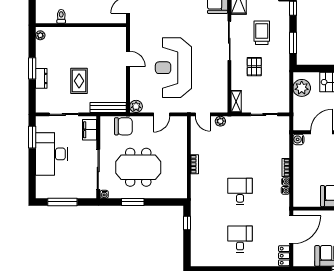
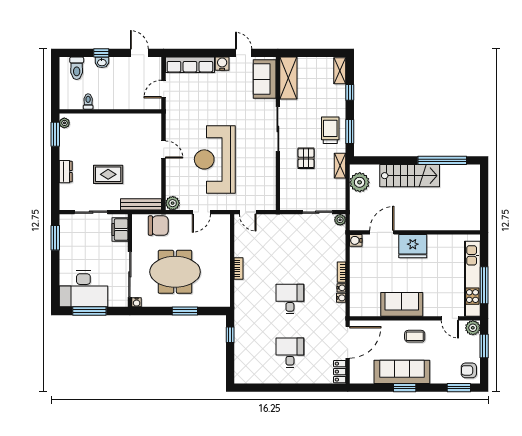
trolley: (262, 33) -> (330, 130), moved
window: (32, 68) -> (55, 134), moved
rug: (79, 81) -> (108, 174), turned 90
shelving: (236, 101) -> (340, 166), moved
plant: (220, 121) -> (340, 220), moved
desk: (52, 154) -> (83, 289), moved, turned -90
window: (133, 202) -> (185, 311), moved

